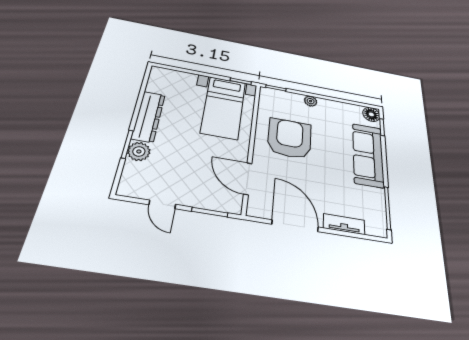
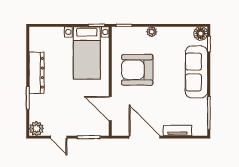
armchair: (290, 138) -> (137, 70), turned -90
plant: (139, 151) -> (36, 129), moved

